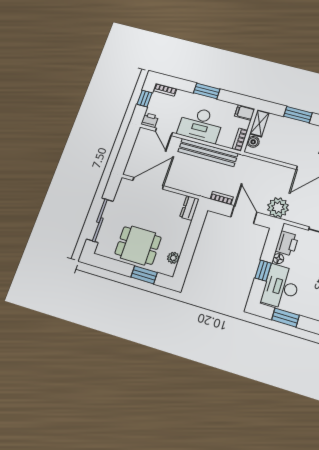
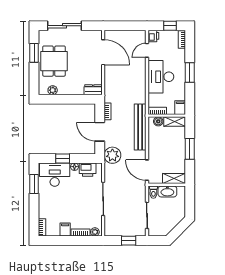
bench: (208, 152) -> (140, 127), moved
door: (244, 215) -> (100, 132), swing flipped
window: (144, 275) -> (34, 53), moved

